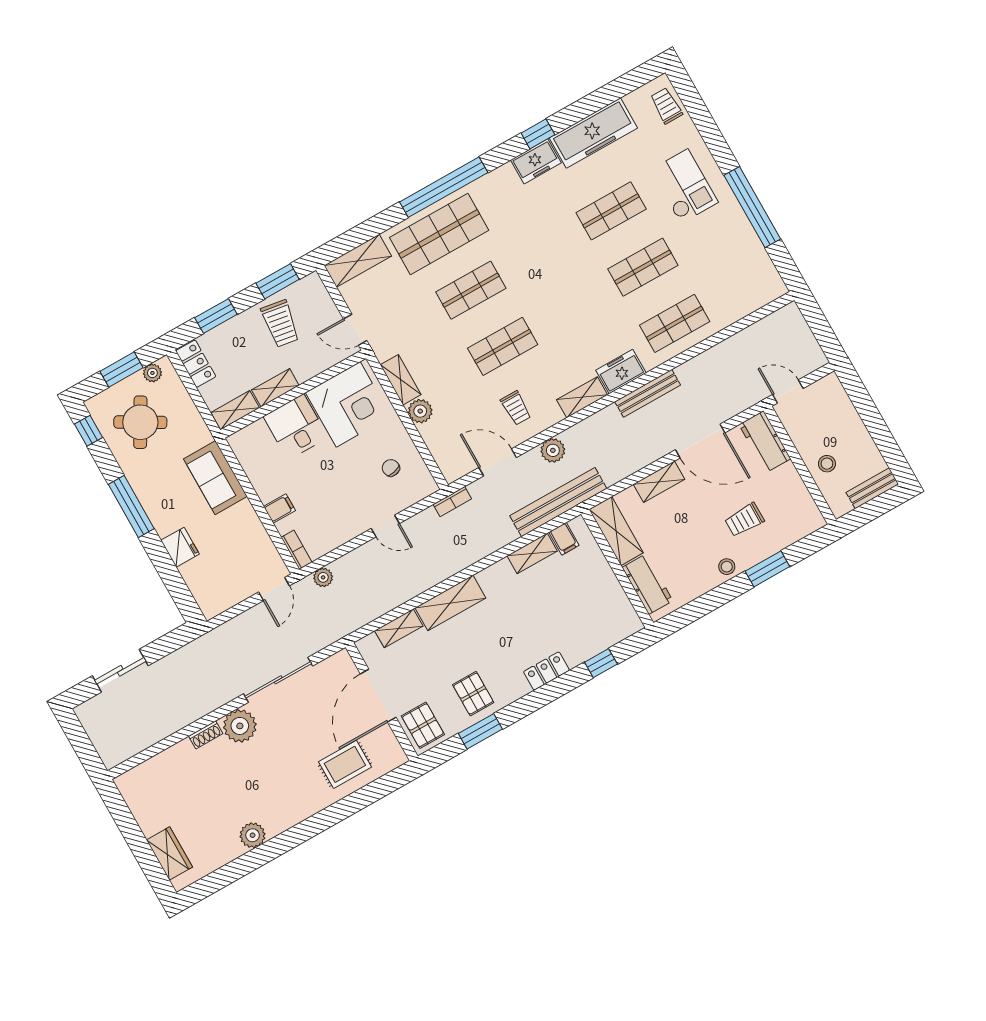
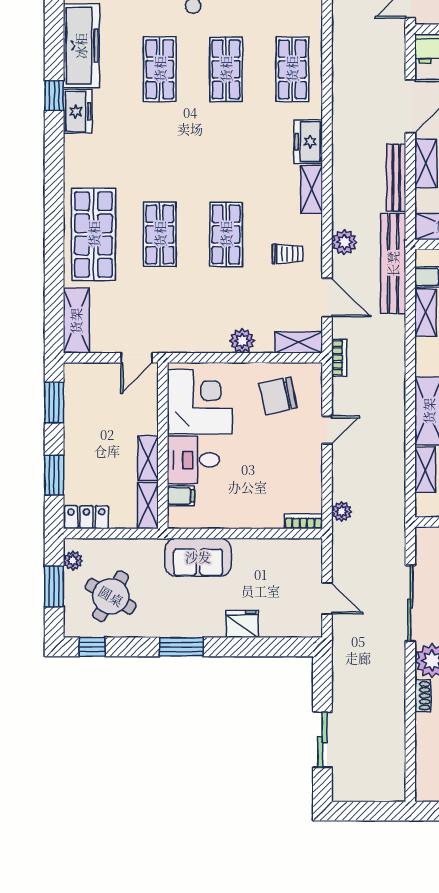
window: (444, 187) -> (54, 207), removed
trolley: (280, 324) -> (93, 421), removed
shelving: (401, 380) -> (299, 342), moved
bench: (648, 393) -> (396, 178), moved
door: (498, 462) -> (327, 298), swing flipped
chair: (391, 468) -> (278, 396), width x1.87, depth x1.87
window: (131, 506) -> (181, 647), width x0.69
filing cabinet: (279, 508) -> (181, 496), moved, turned 90
door: (274, 589) -> (327, 598), moved

